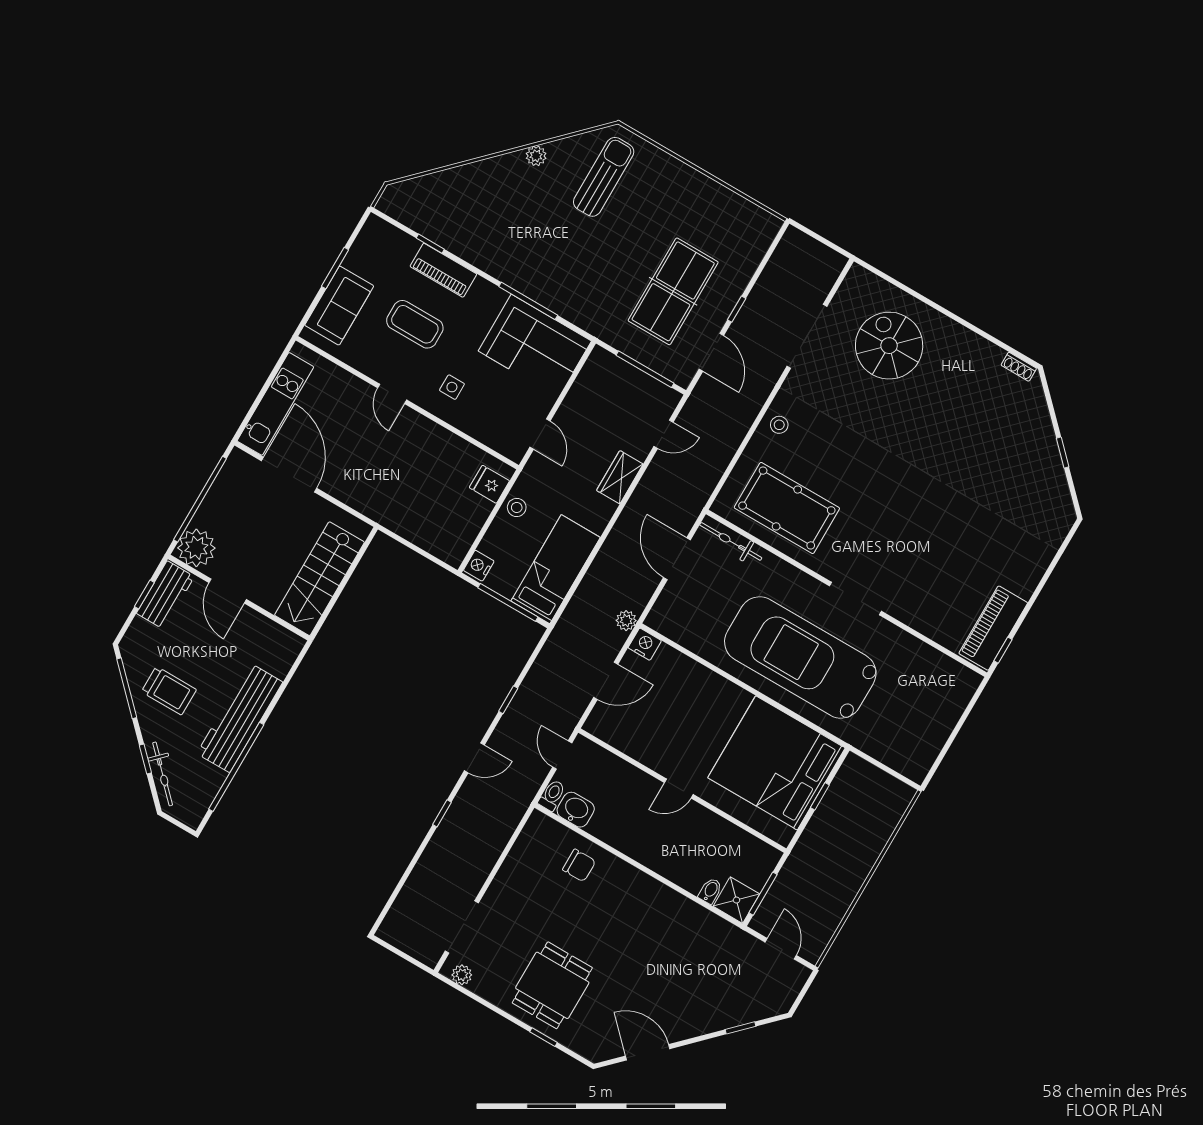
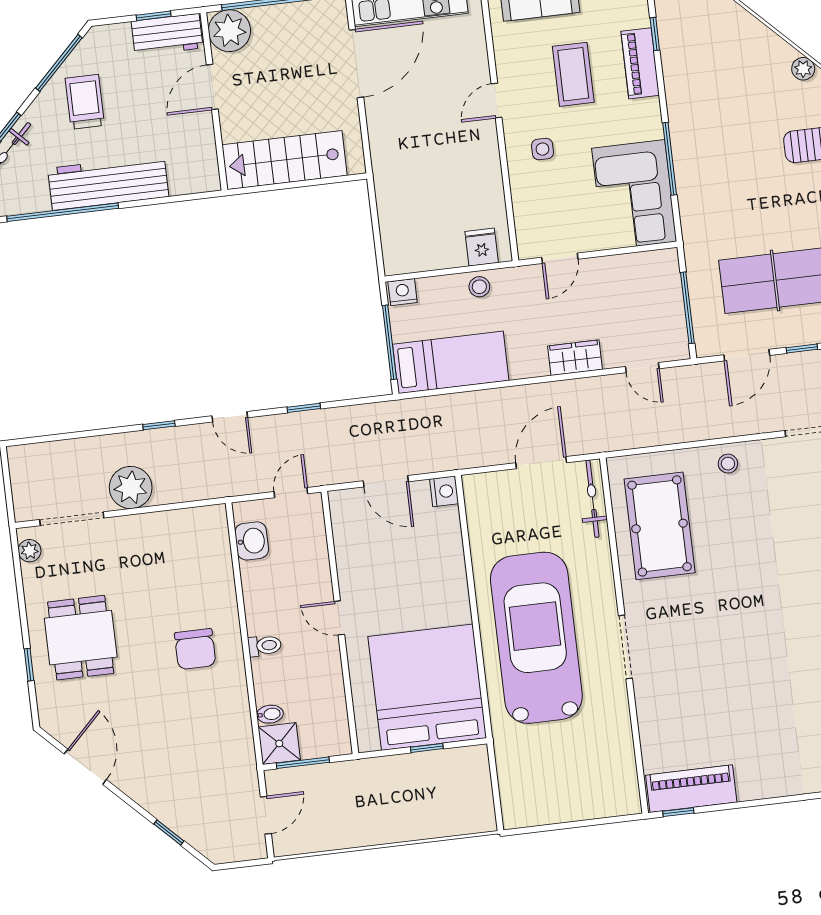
plant: (626, 621) -> (131, 488), moved, width x1.88, depth x1.88
trolley: (169, 691) -> (85, 102), turned 180
toilet: (552, 795) -> (265, 646), moved
chair: (579, 865) -> (195, 649), moved, width x1.37, depth x1.37
dining table: (552, 985) -> (81, 638), turned 90

